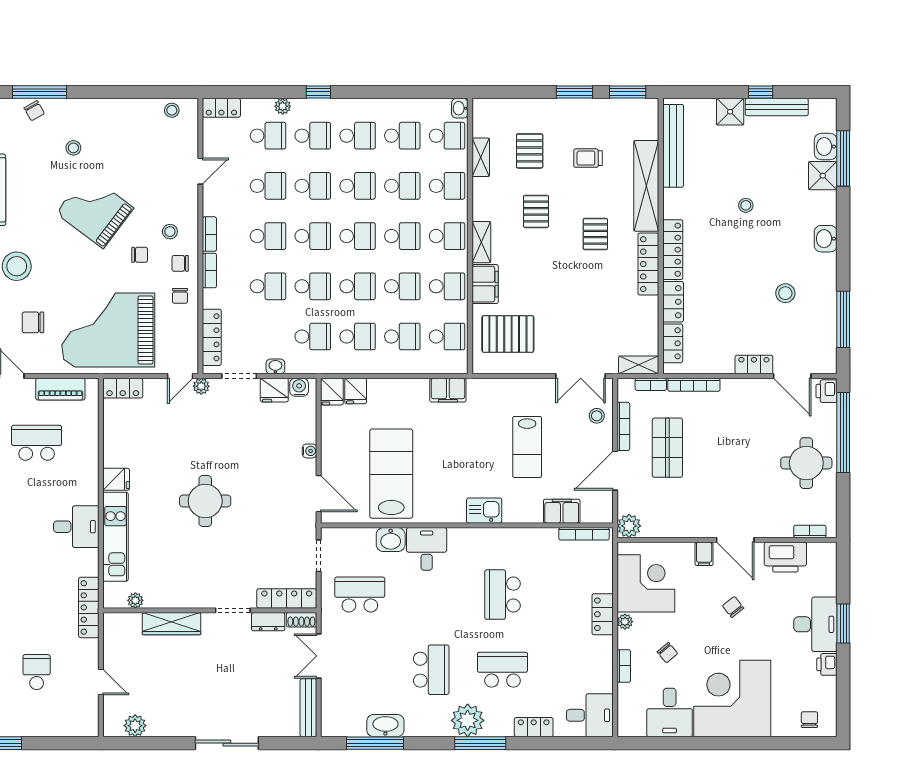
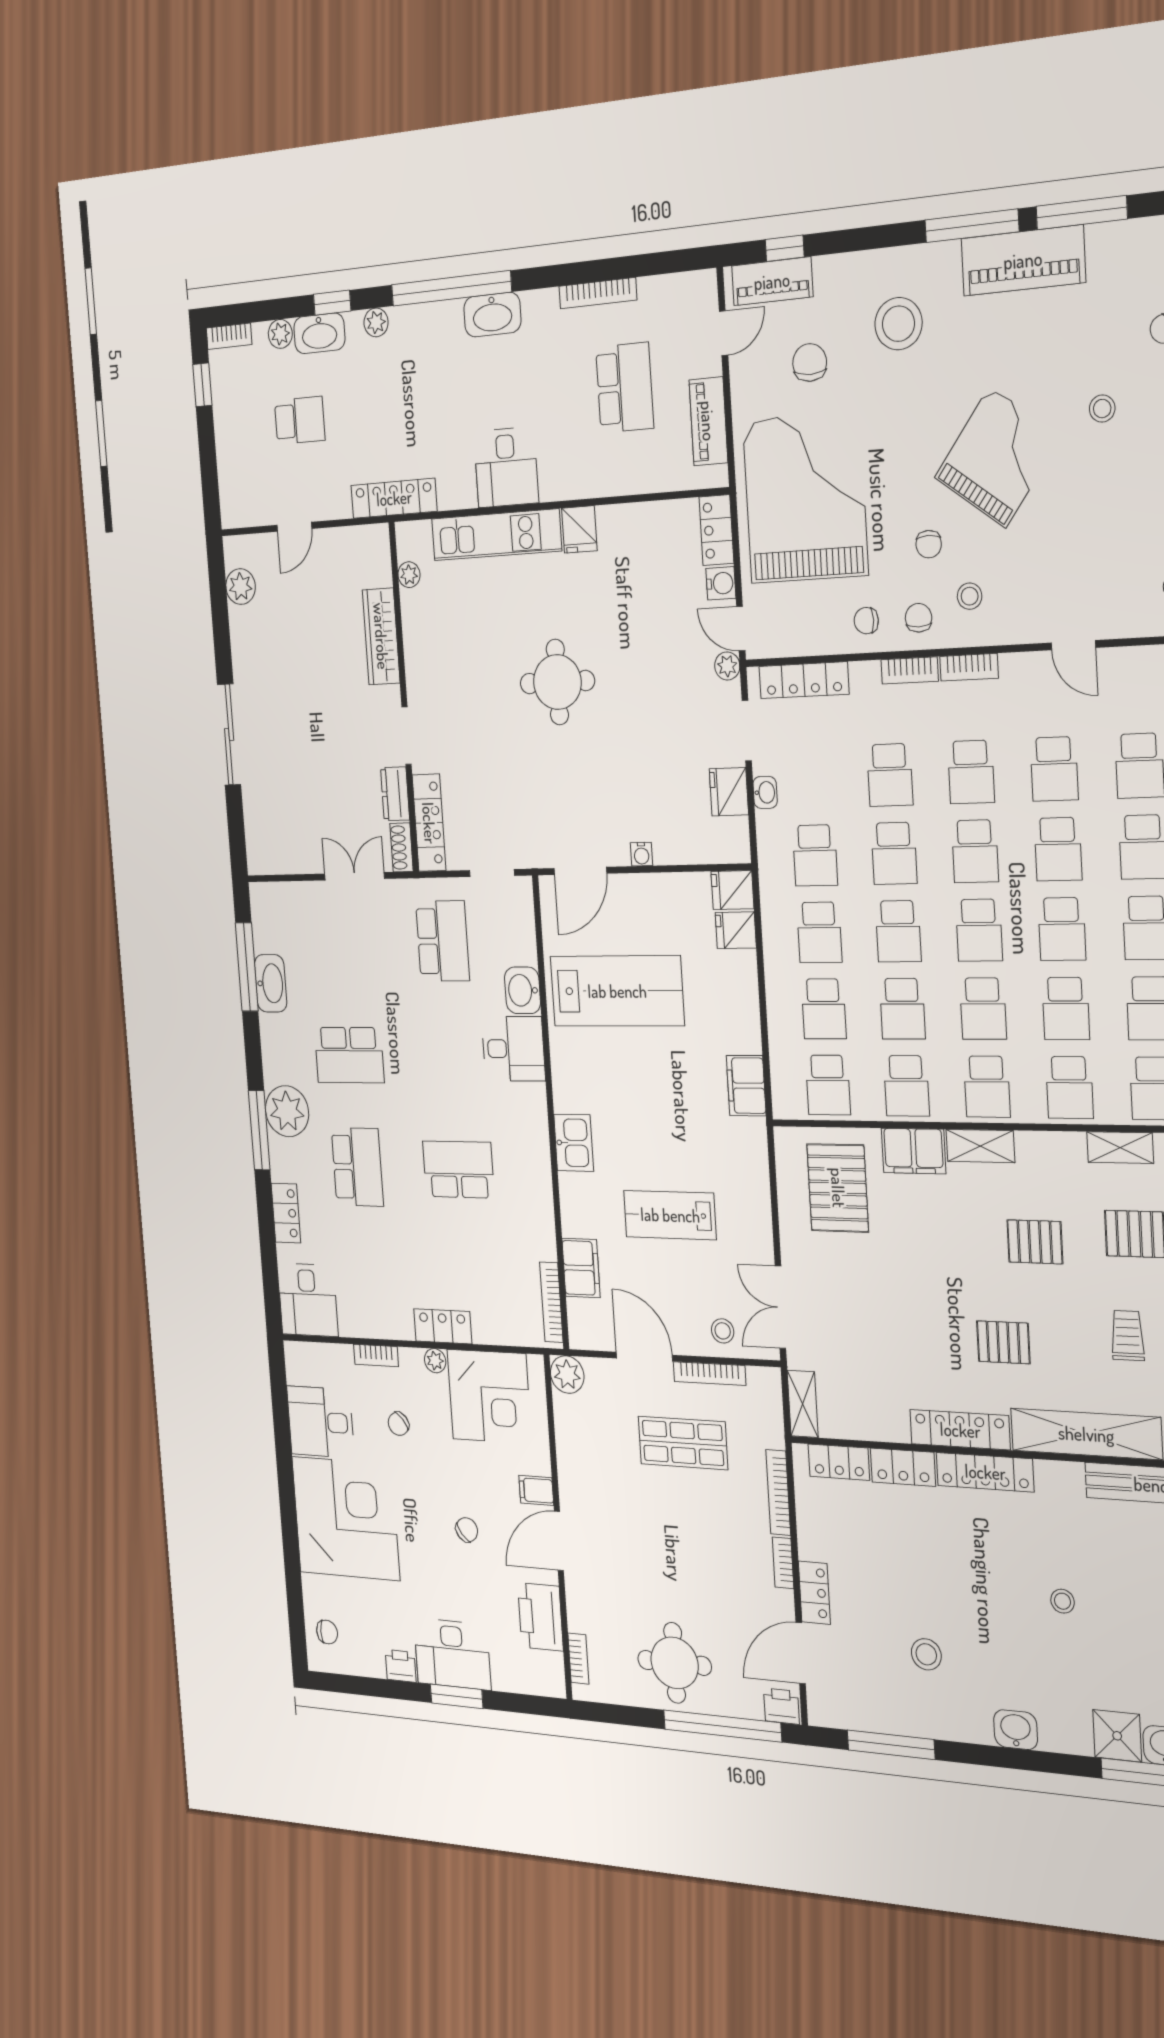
bookcase: (651, 384) -> (783, 1563), moved
water cooler: (299, 387) -> (721, 583), moved
bench: (308, 708) -> (285, 862), removed

